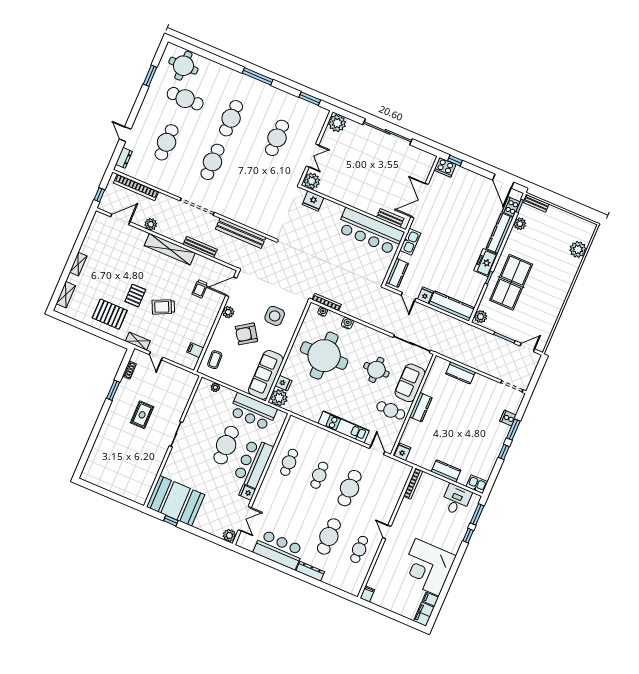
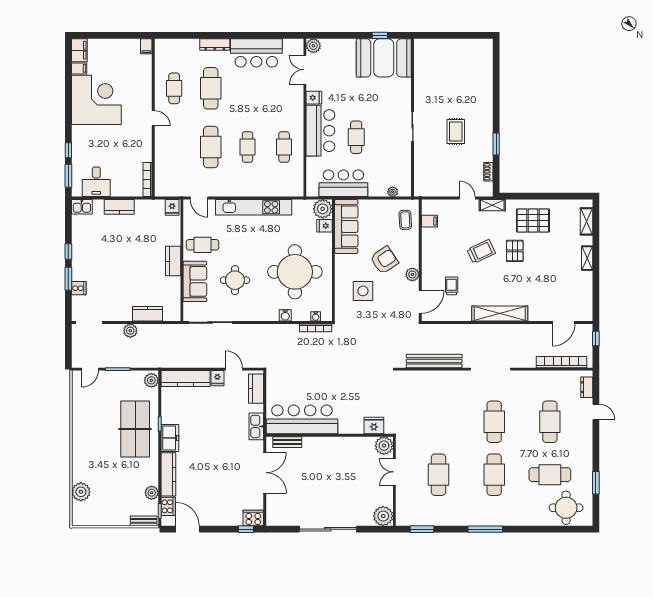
plant: (151, 224) -> (130, 331), moved
bench: (200, 247) -> (470, 329), removed
kitchen unit: (344, 427) -> (254, 207), width x1.36
cafe table: (226, 445) -> (356, 137), width x0.73, depth x0.74

